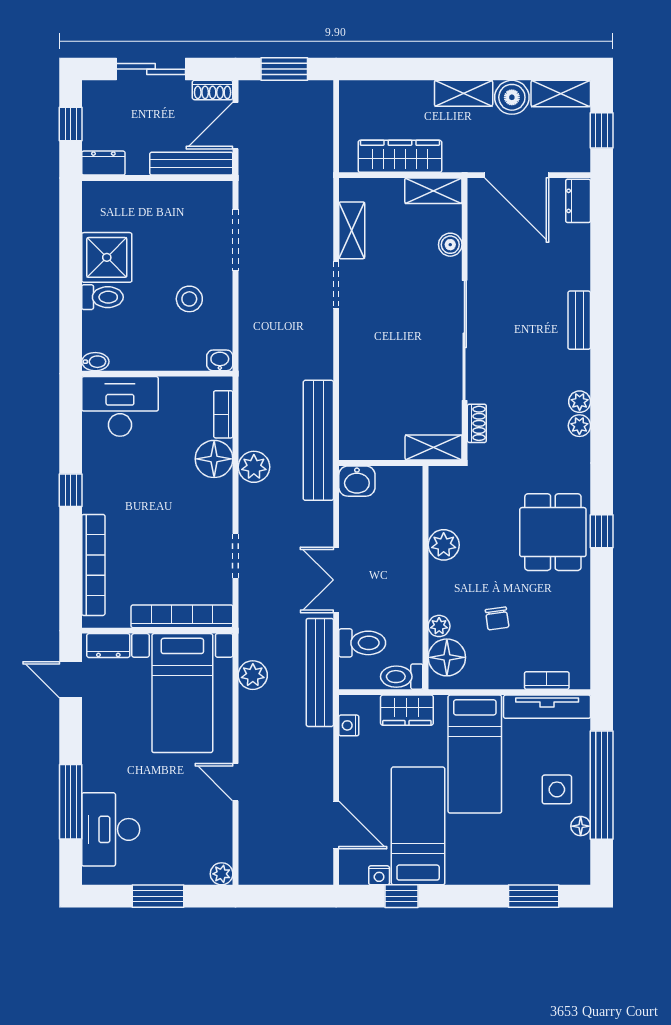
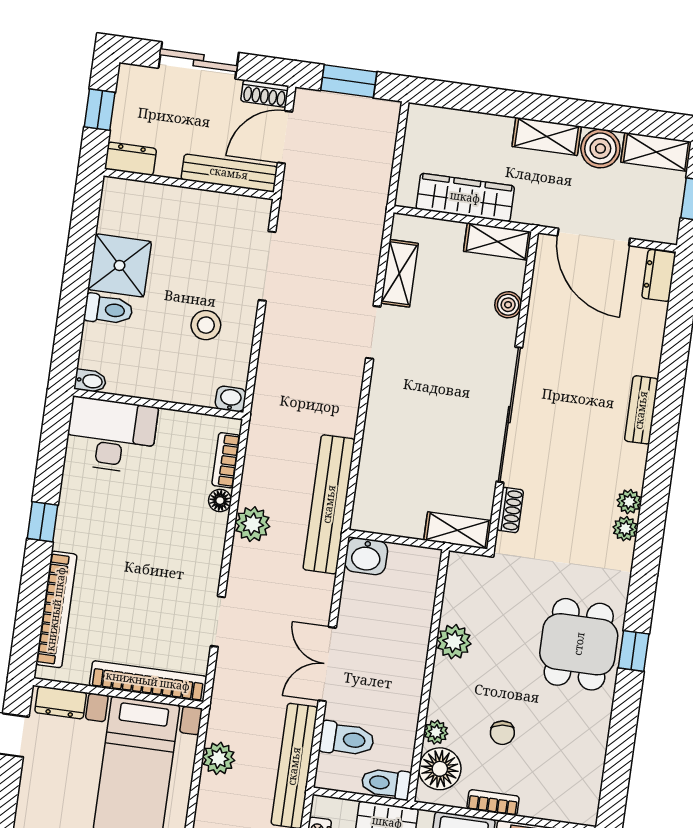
floor lamp: (214, 459) -> (220, 501), width x0.53, depth x0.53
bookcase: (547, 680) -> (493, 803), moved

